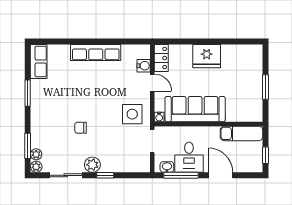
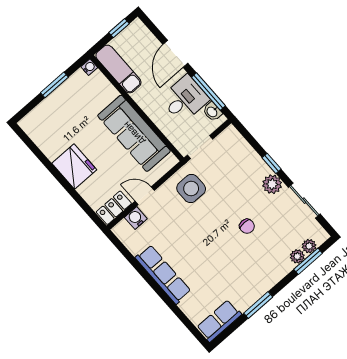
door: (152, 83) -> (145, 196), hinge flipped
water cooler: (159, 117) -> (89, 67), moved
plant: (36, 167) -> (297, 256), moved

